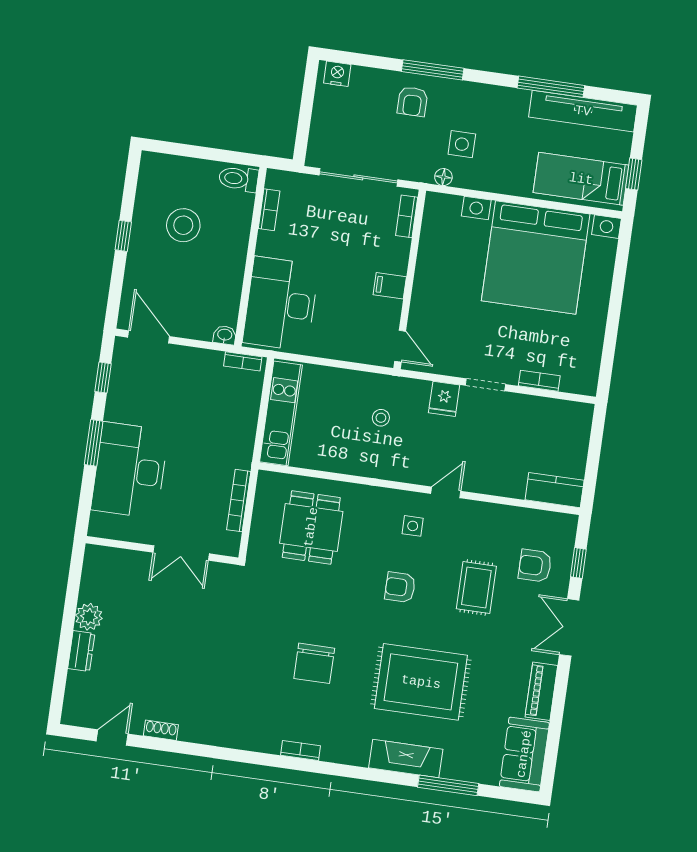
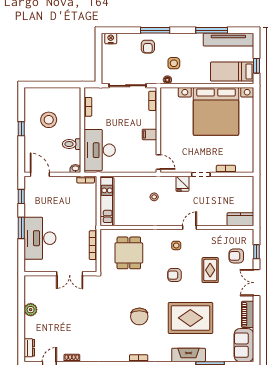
toilet: (239, 179) -> (72, 144), moved
dresser: (81, 651) -> (29, 348), moved

